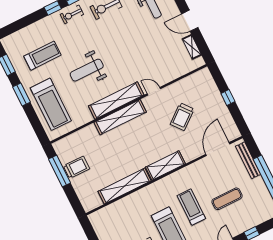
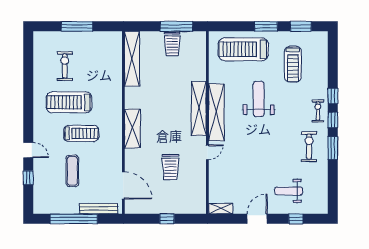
shelving: (192, 47) -> (221, 209), moved
trolley: (182, 117) -> (170, 167), turned -141
shelving: (125, 186) -> (132, 59), moved

